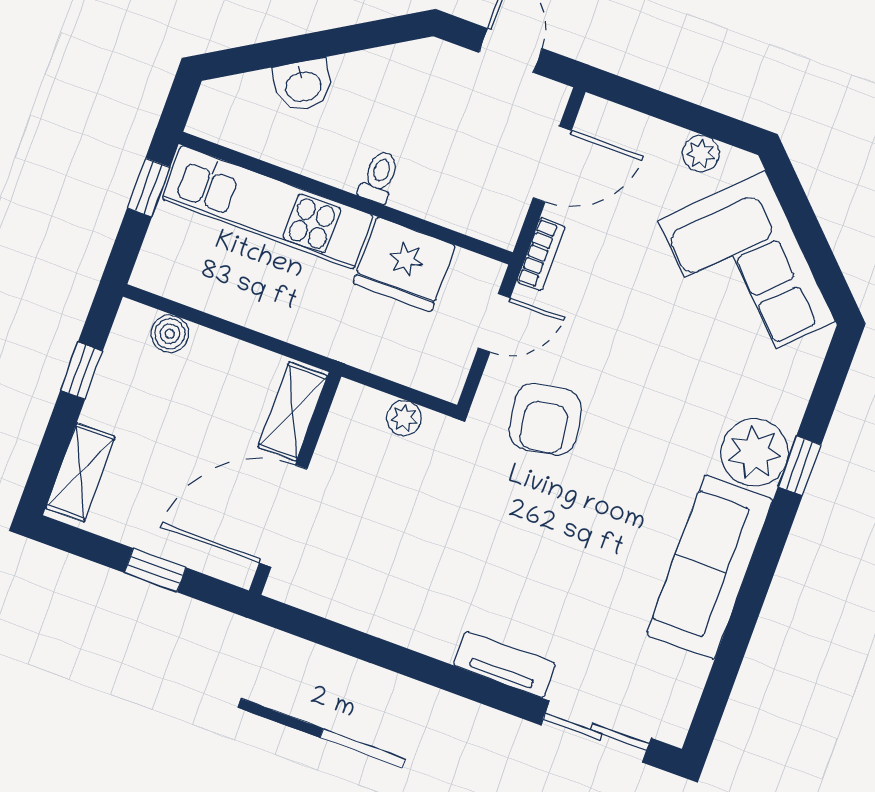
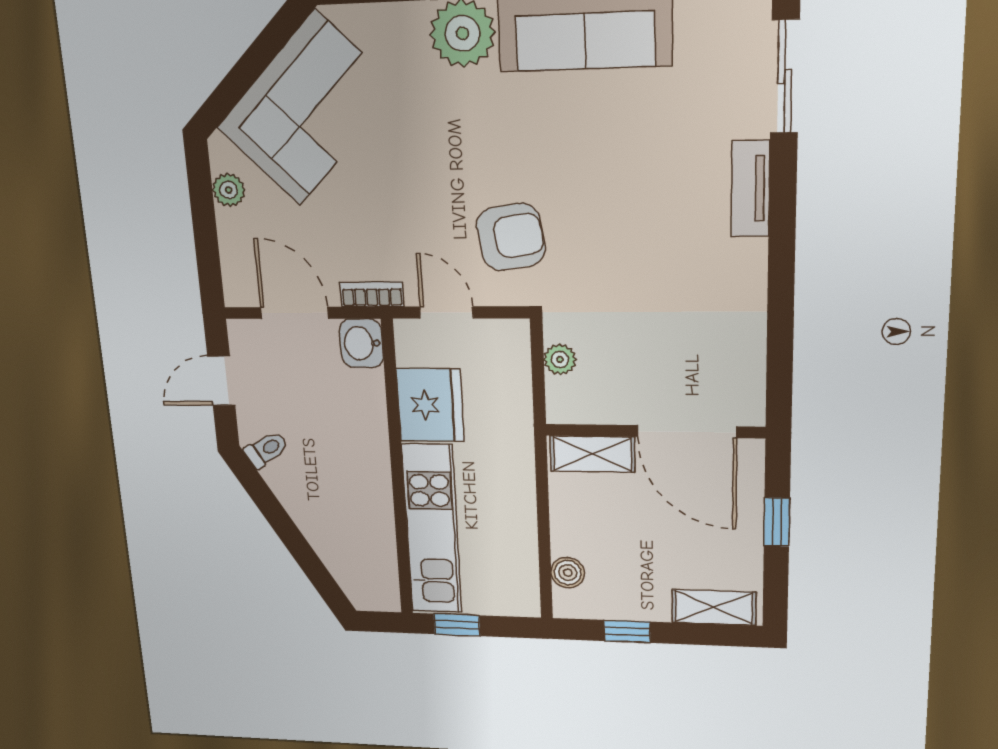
washbasin: (303, 85) -> (362, 343), moved, turned -149
toilet: (379, 177) -> (266, 450), moved, turned 149

